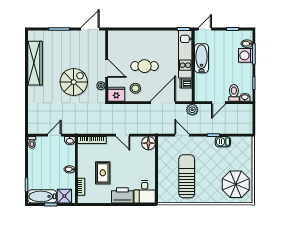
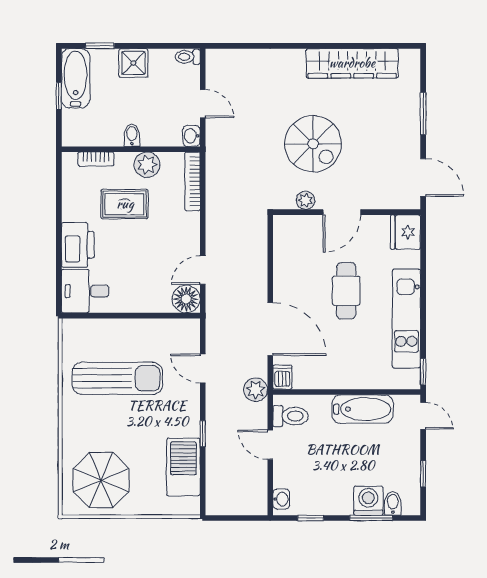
kitchen unit: (185, 54) -> (406, 319), moved, turned -90
dishwasher: (186, 84) -> (282, 377), moved
stool: (135, 88) -> (300, 272), removed
toilet: (234, 93) -> (290, 416), moved
fridge: (116, 94) -> (406, 232), moved, turned 180
door: (123, 135) -> (203, 270), moved
door: (182, 135) -> (203, 369), swing flipped
barbecue: (223, 142) -> (183, 467), width x1.88, depth x1.53
plant: (84, 162) -> (147, 165), added
shower: (64, 196) -> (133, 63), moved

